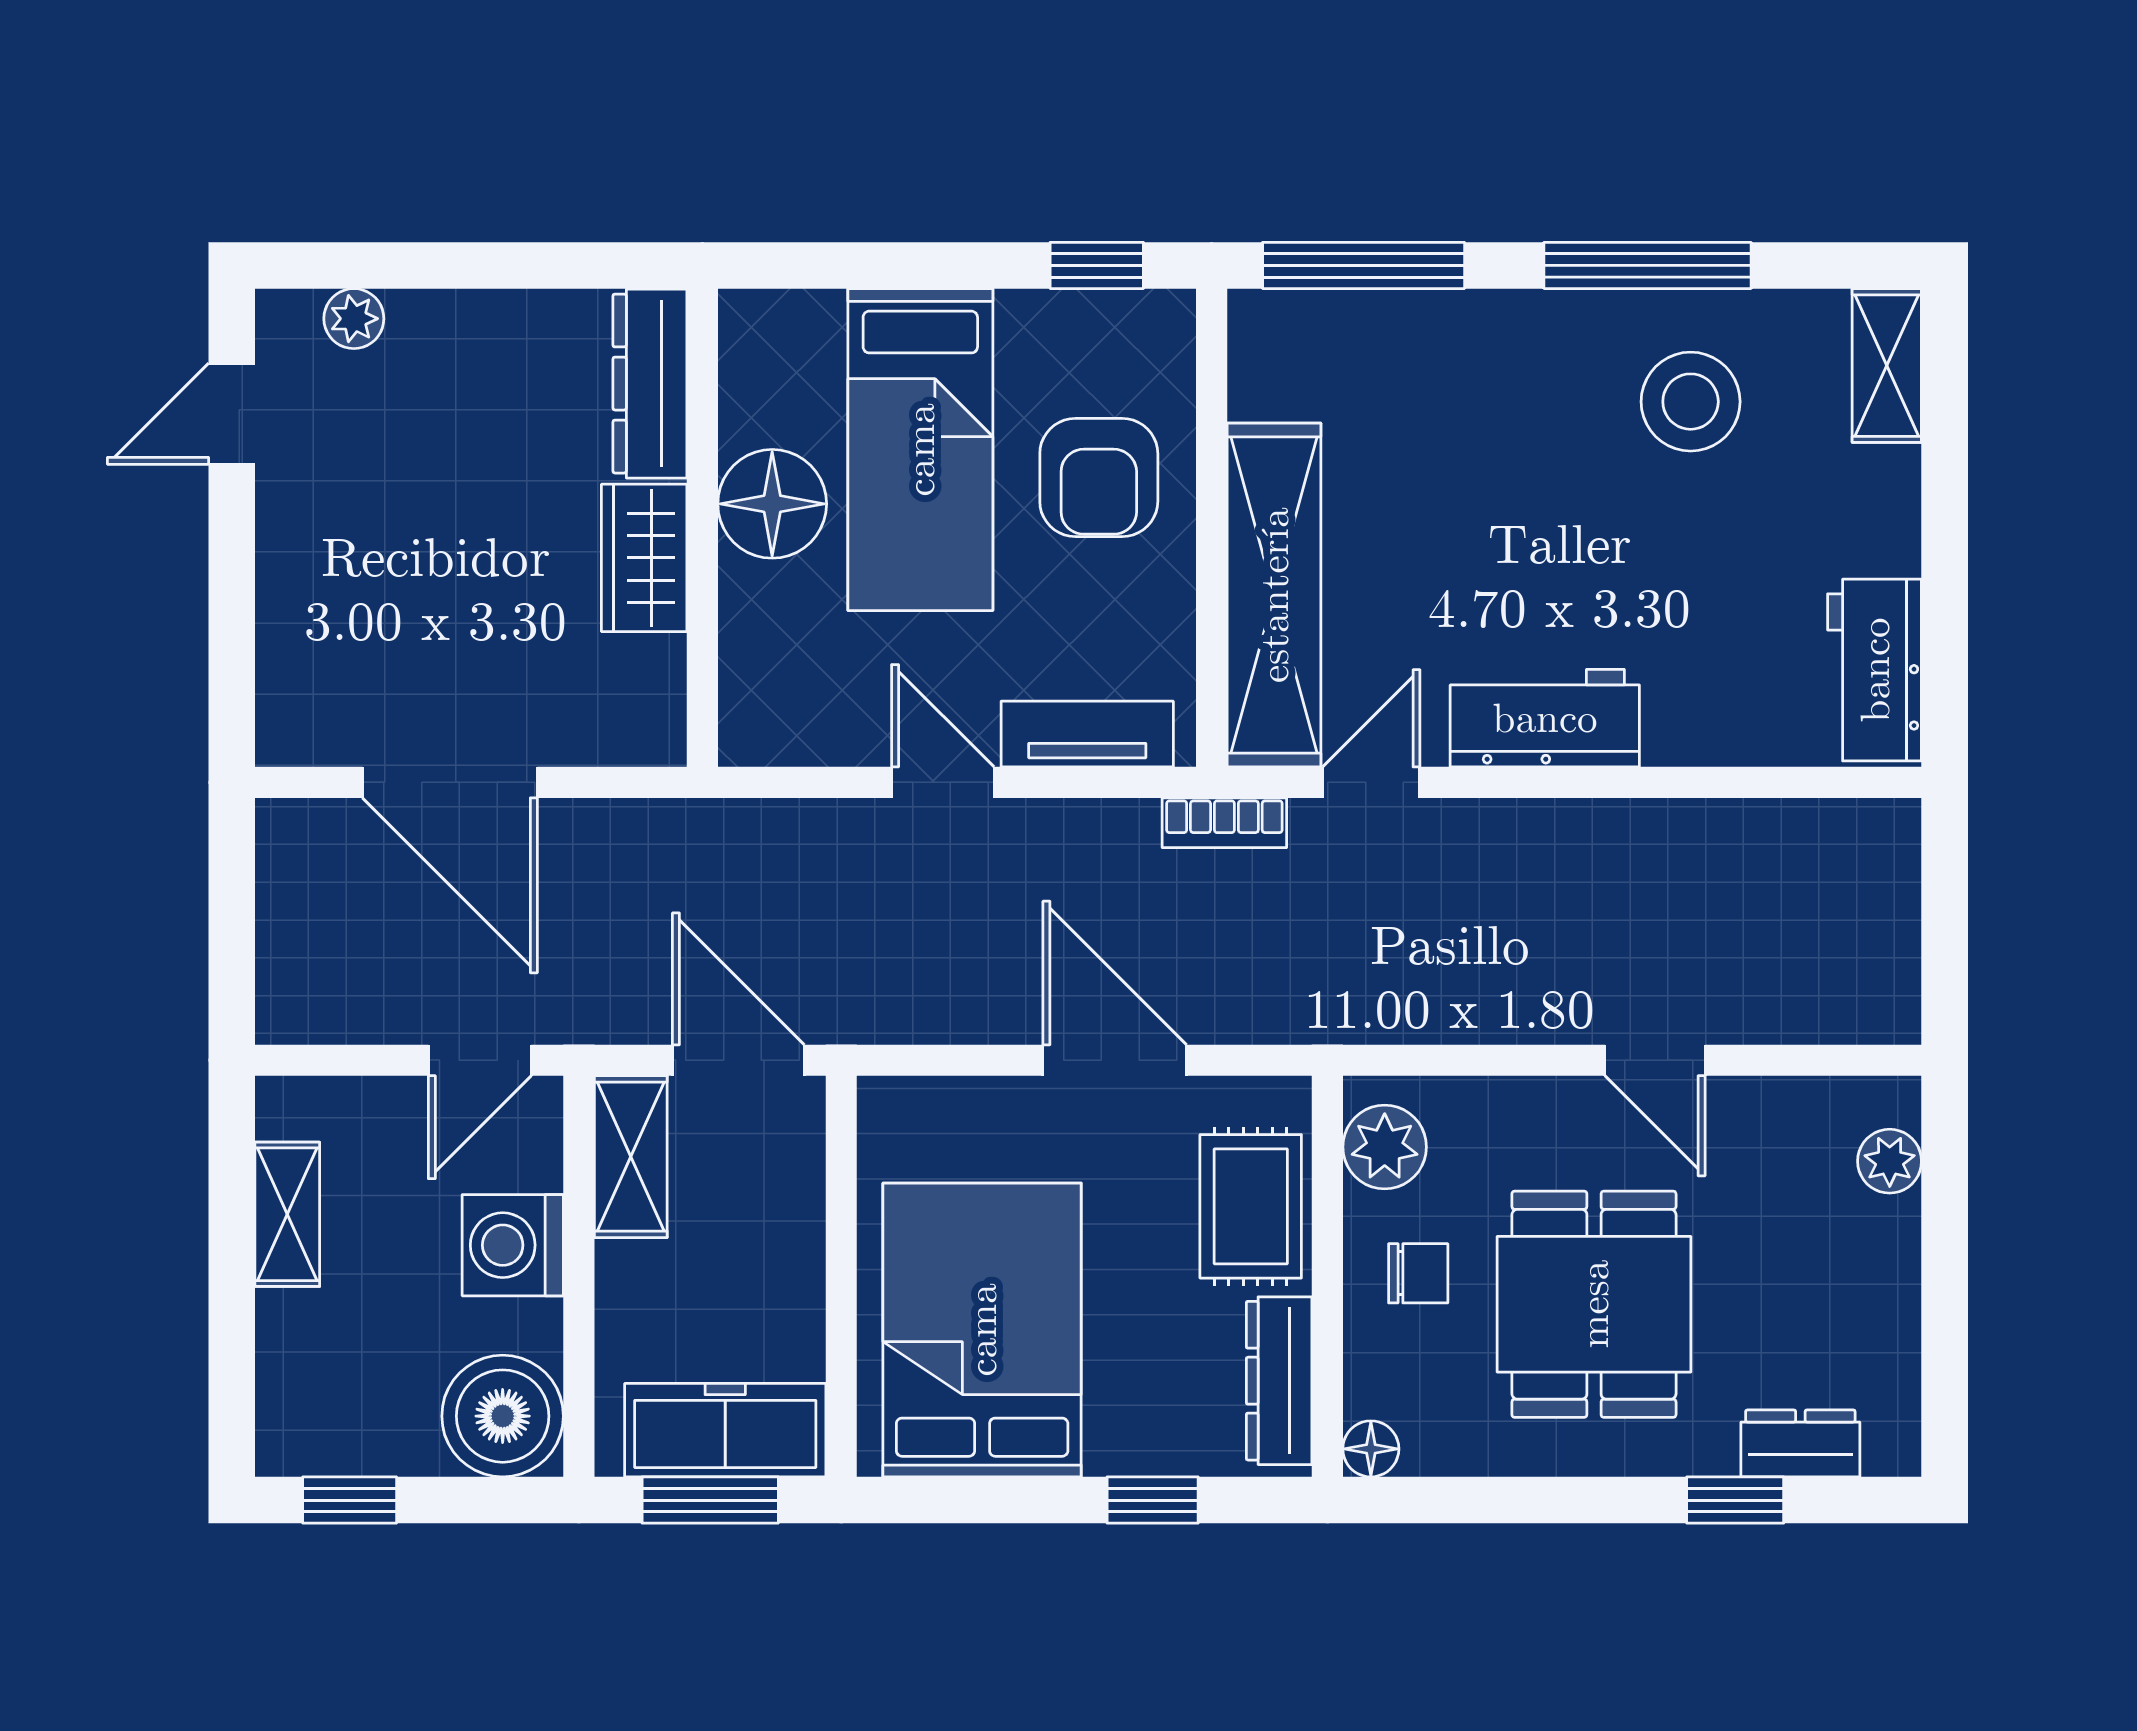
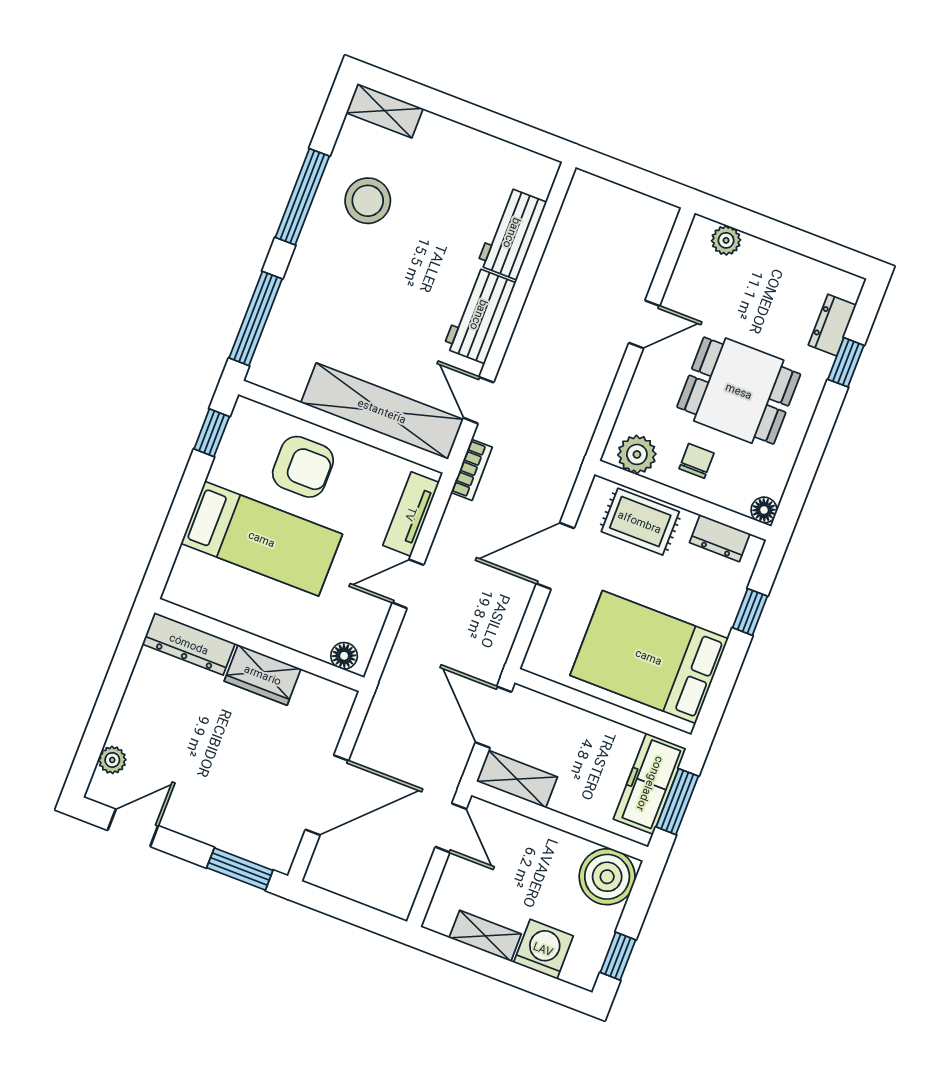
door: (232, 414) -> (133, 828), swing flipped
floor lamp: (772, 504) -> (344, 656), moved, width x0.53, depth x0.53
window: (232, 663) -> (240, 869), added
workbench: (1875, 670) -> (512, 233), moved, turned 90
door: (738, 1060) -> (493, 717), hinge flipped
washing machine: (513, 1245) -> (543, 949), moved, turned 180
dresser: (1279, 1381) -> (720, 538), width x0.70

